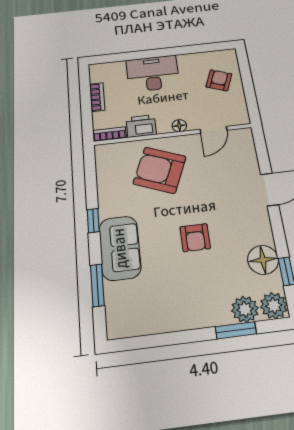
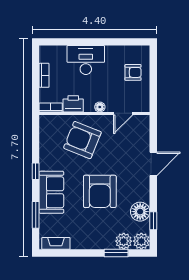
armchair: (219, 80) -> (133, 72), turned 69
armchair: (195, 238) -> (100, 191), width x1.88, depth x1.88
fireplace: (134, 327) -> (56, 243), added

